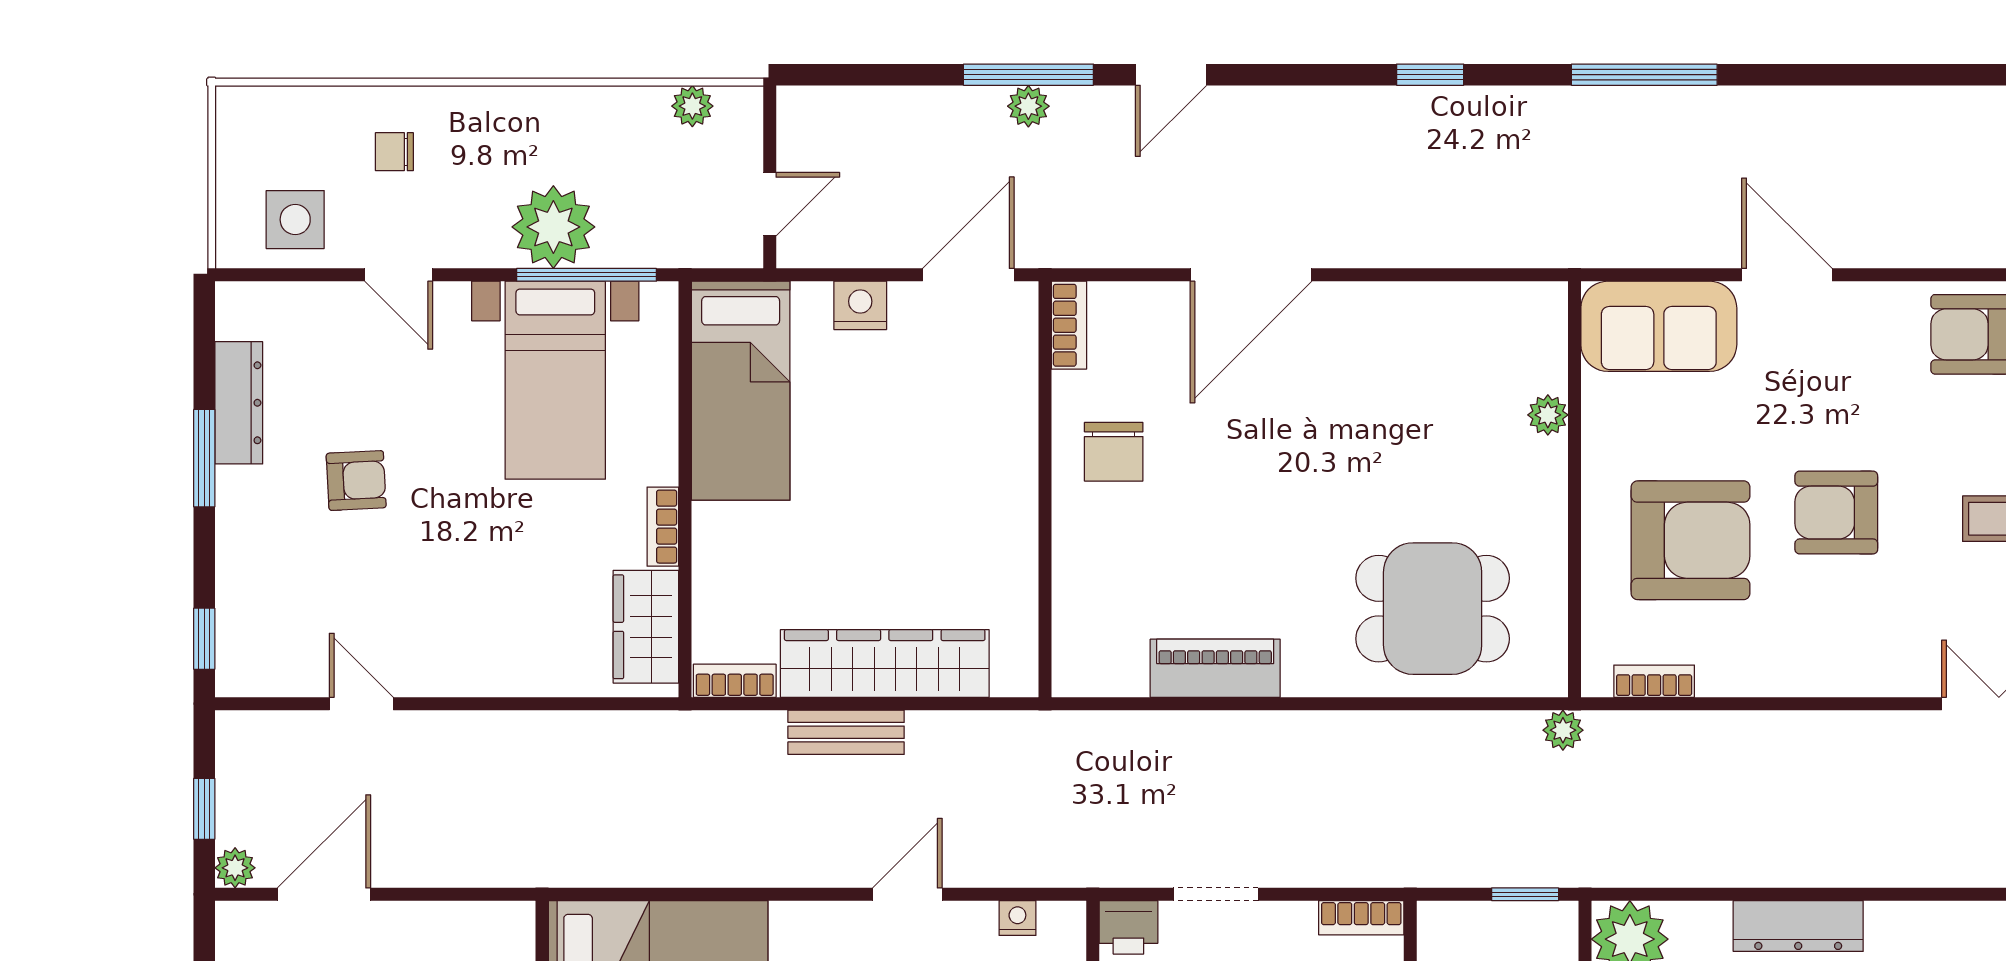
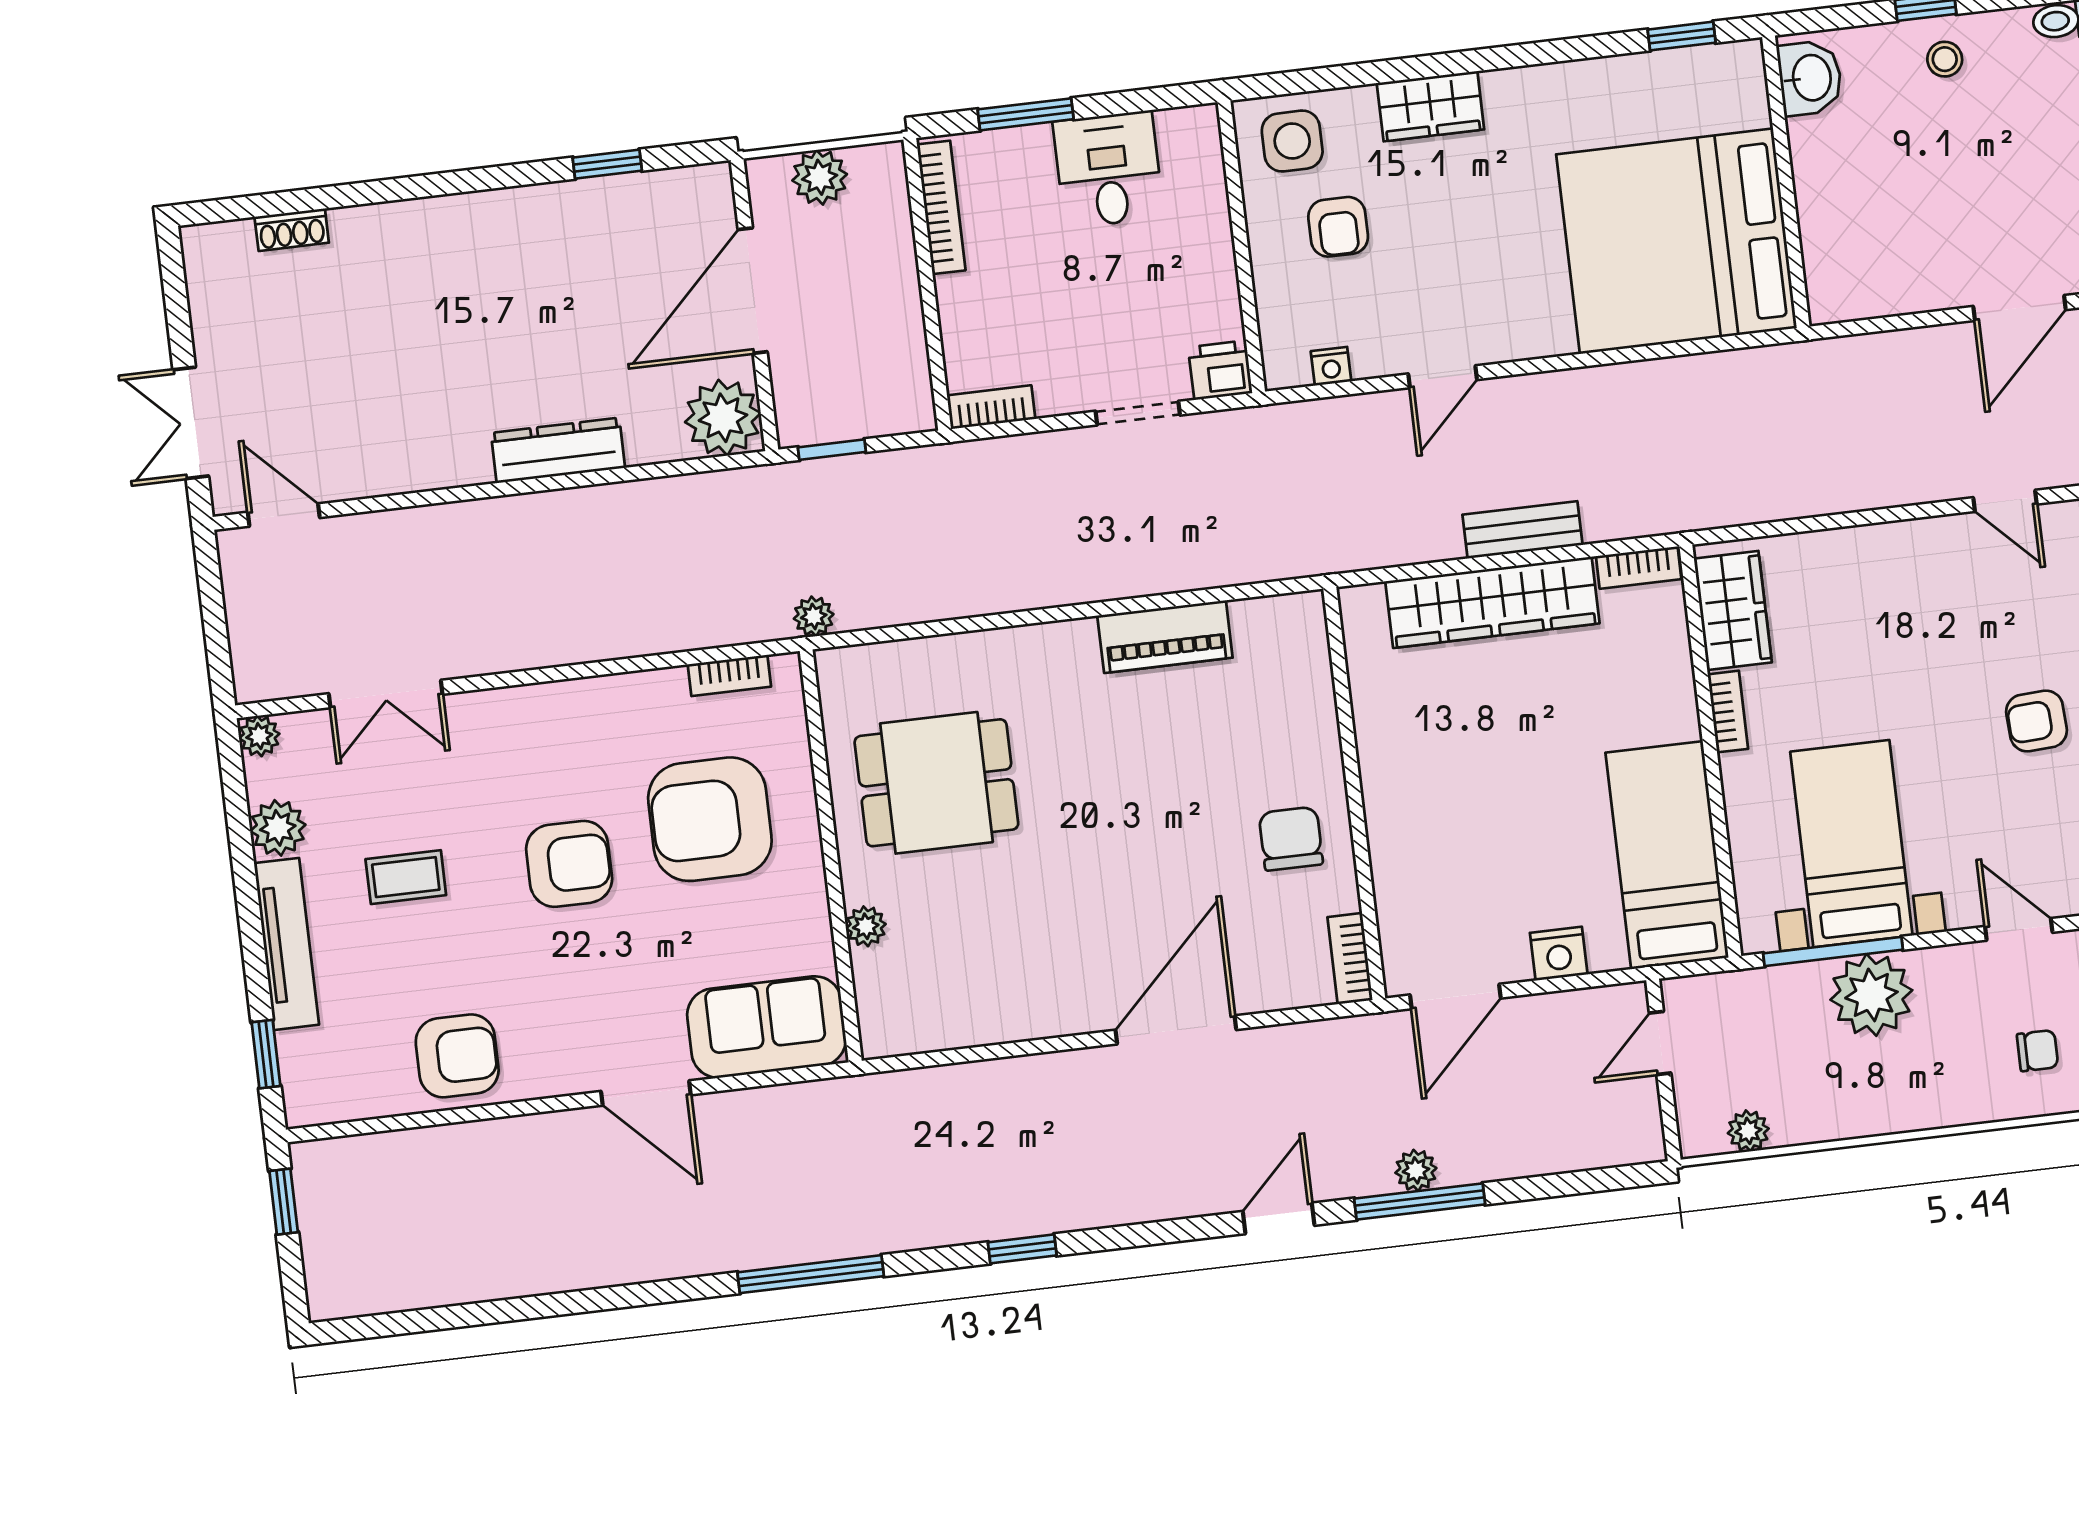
dining table: (1433, 609) -> (936, 783), moved

